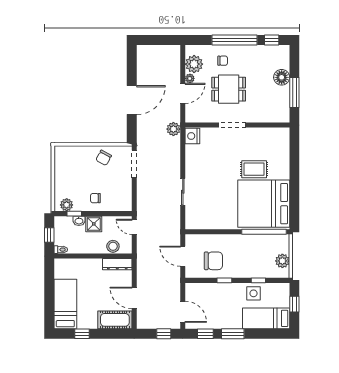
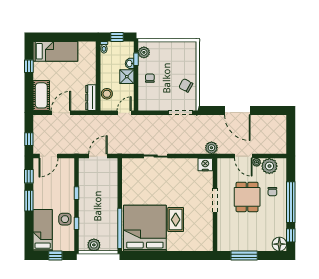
floor lamp: (282, 77) -> (279, 244), moved
chair: (213, 261) -> (94, 183), removed

